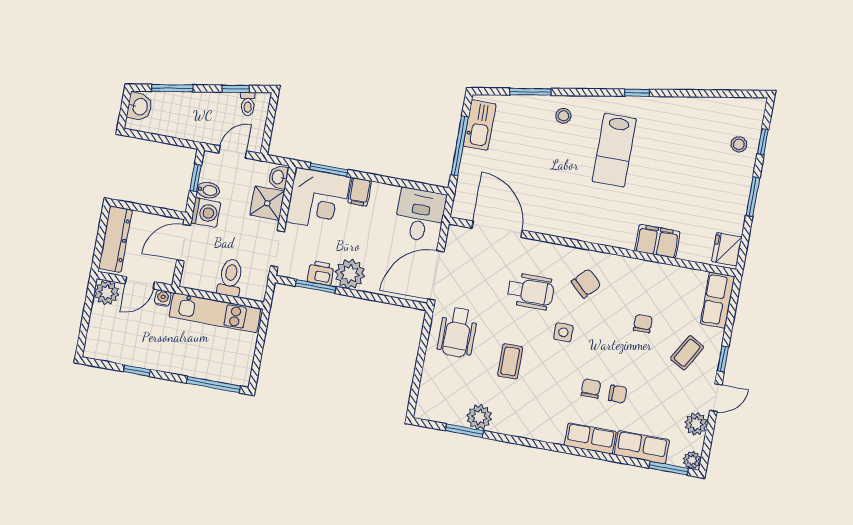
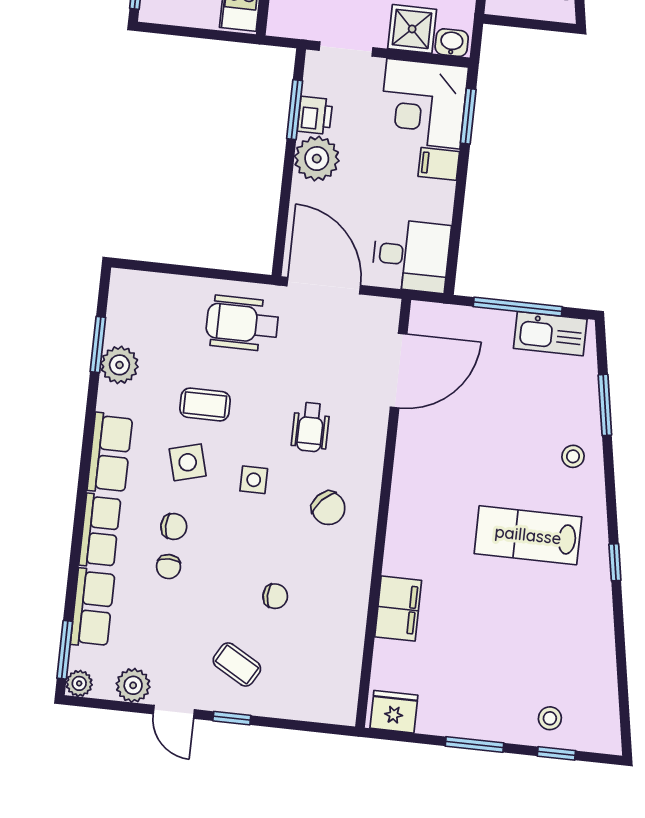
wheelchair: (531, 291) -> (311, 427), width x0.73, depth x0.73
row of seats: (718, 300) -> (110, 453), moved, turned 90
side table: (548, 376) -> (188, 462), added

